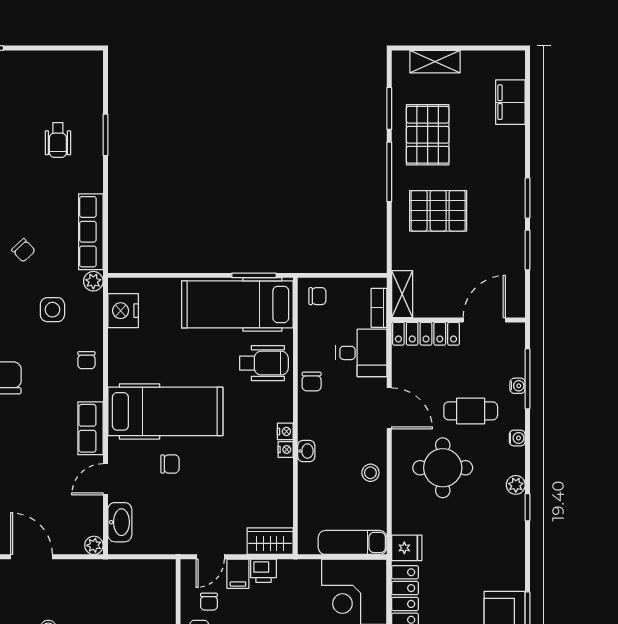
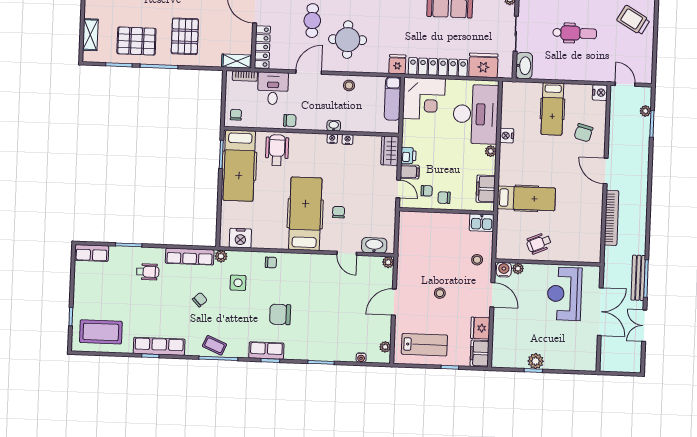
wheelchair: (58, 140) -> (148, 272), moved
row of seats: (90, 428) -> (92, 253), moved
nightstand: (285, 431) -> (348, 139), moved

